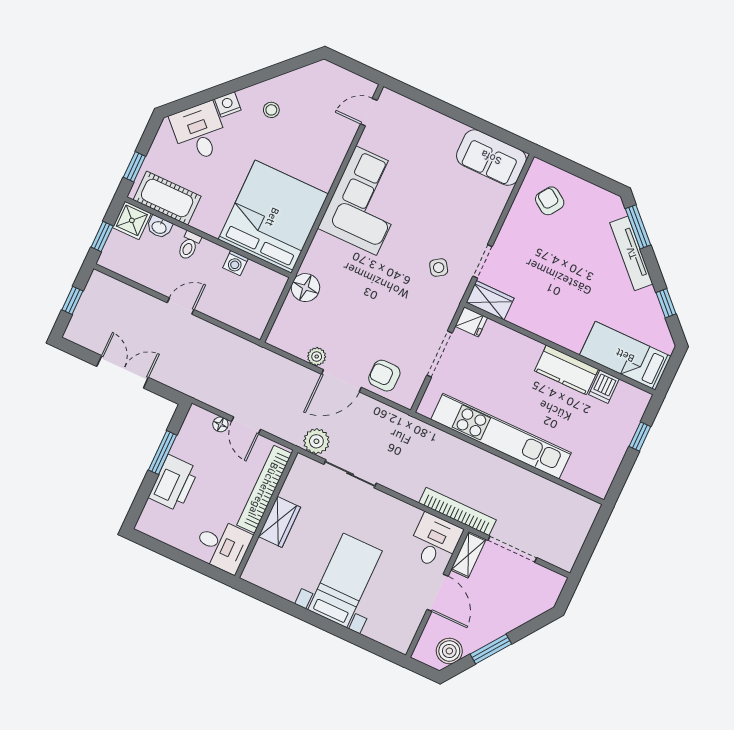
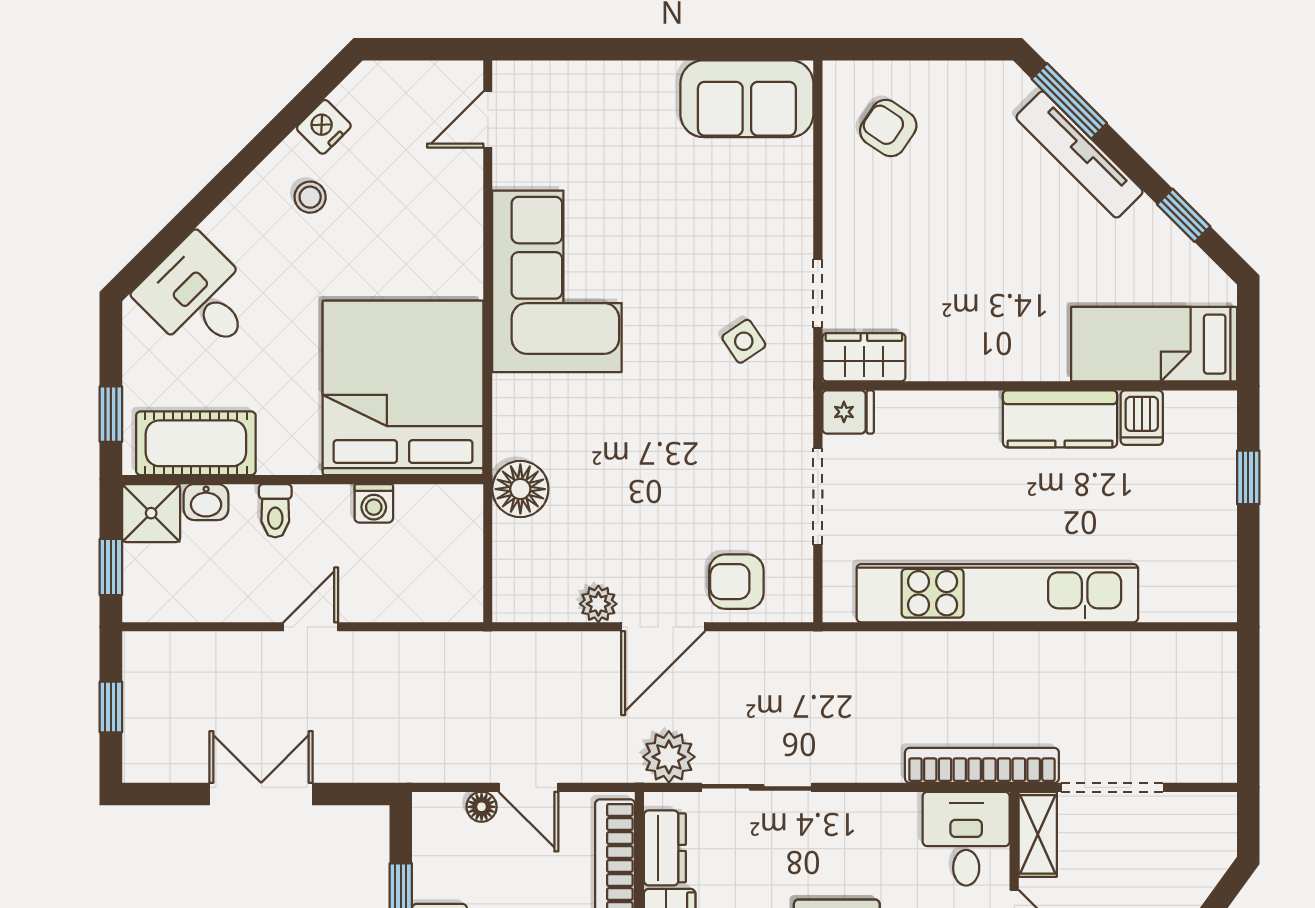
nightstand: (228, 104) -> (324, 127), moved
dresser: (295, 482) -> (665, 848), added

